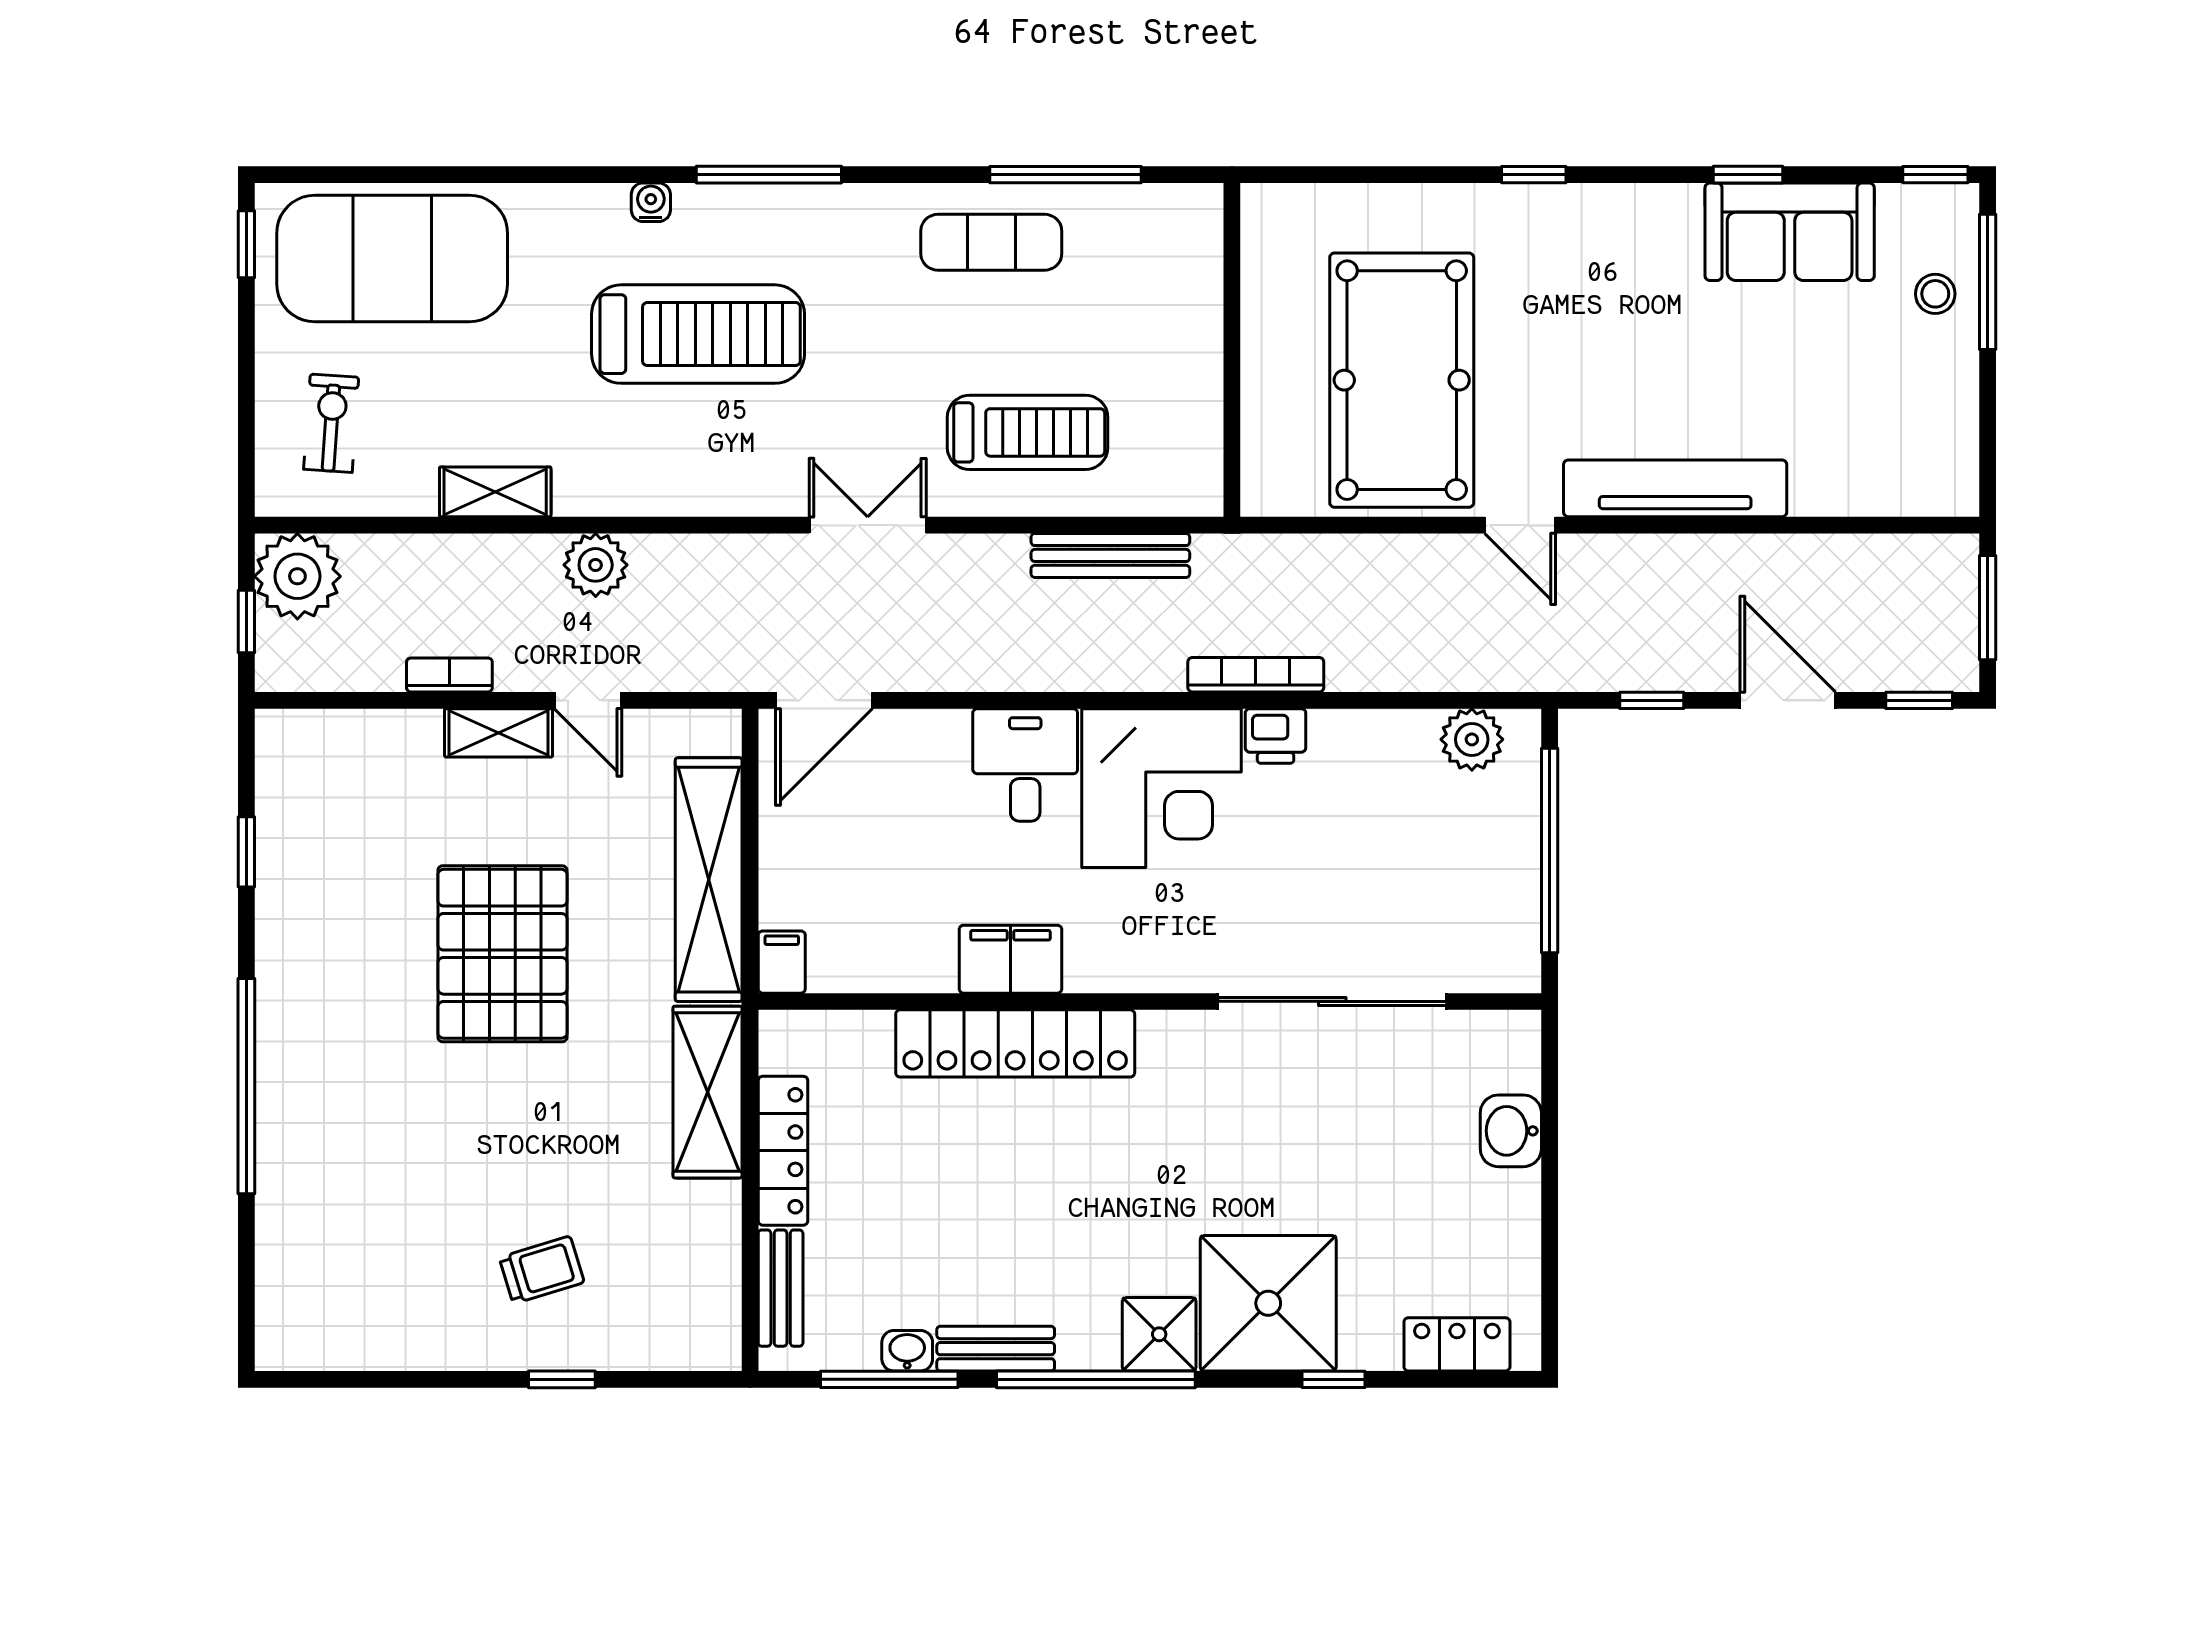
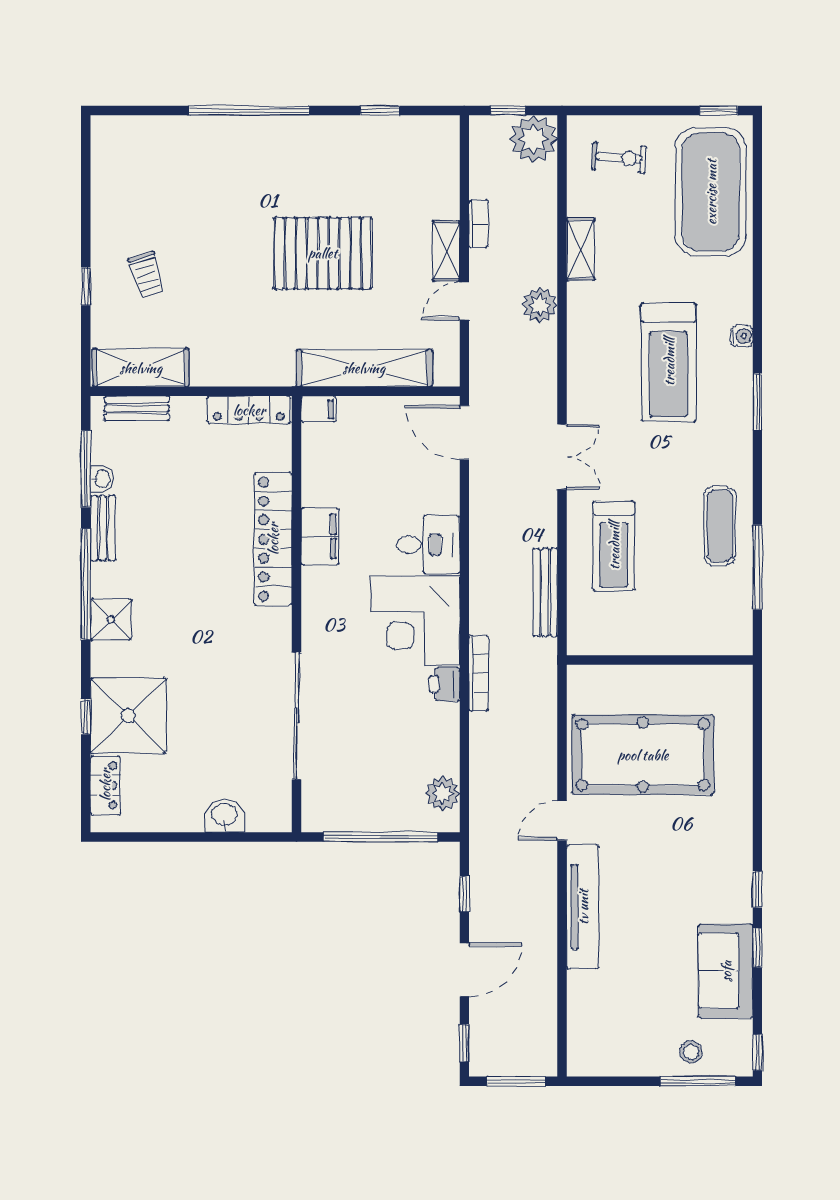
window: (769, 175) -> (757, 402), width x0.69
window: (1534, 175) -> (757, 889), moved
shelving: (707, 1092) -> (141, 368), moved
locker: (783, 1151) -> (249, 410), moved
shower: (1268, 1303) -> (128, 716), moved

